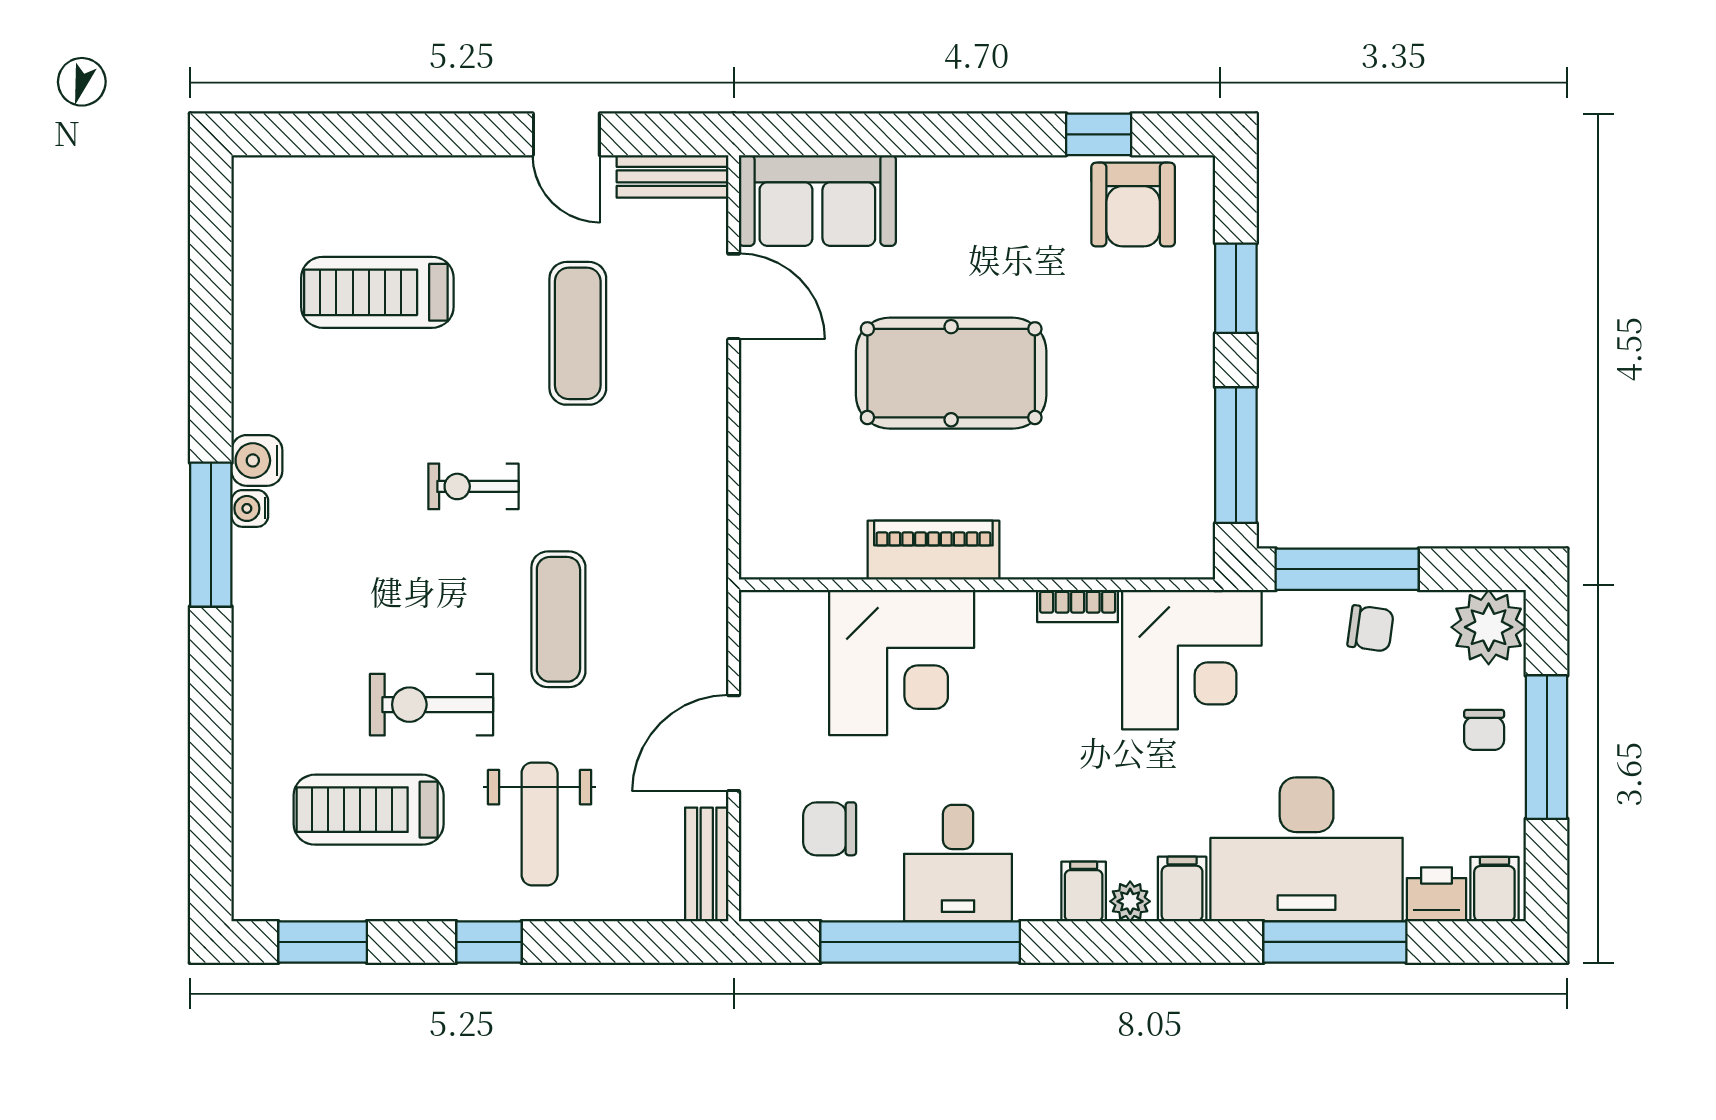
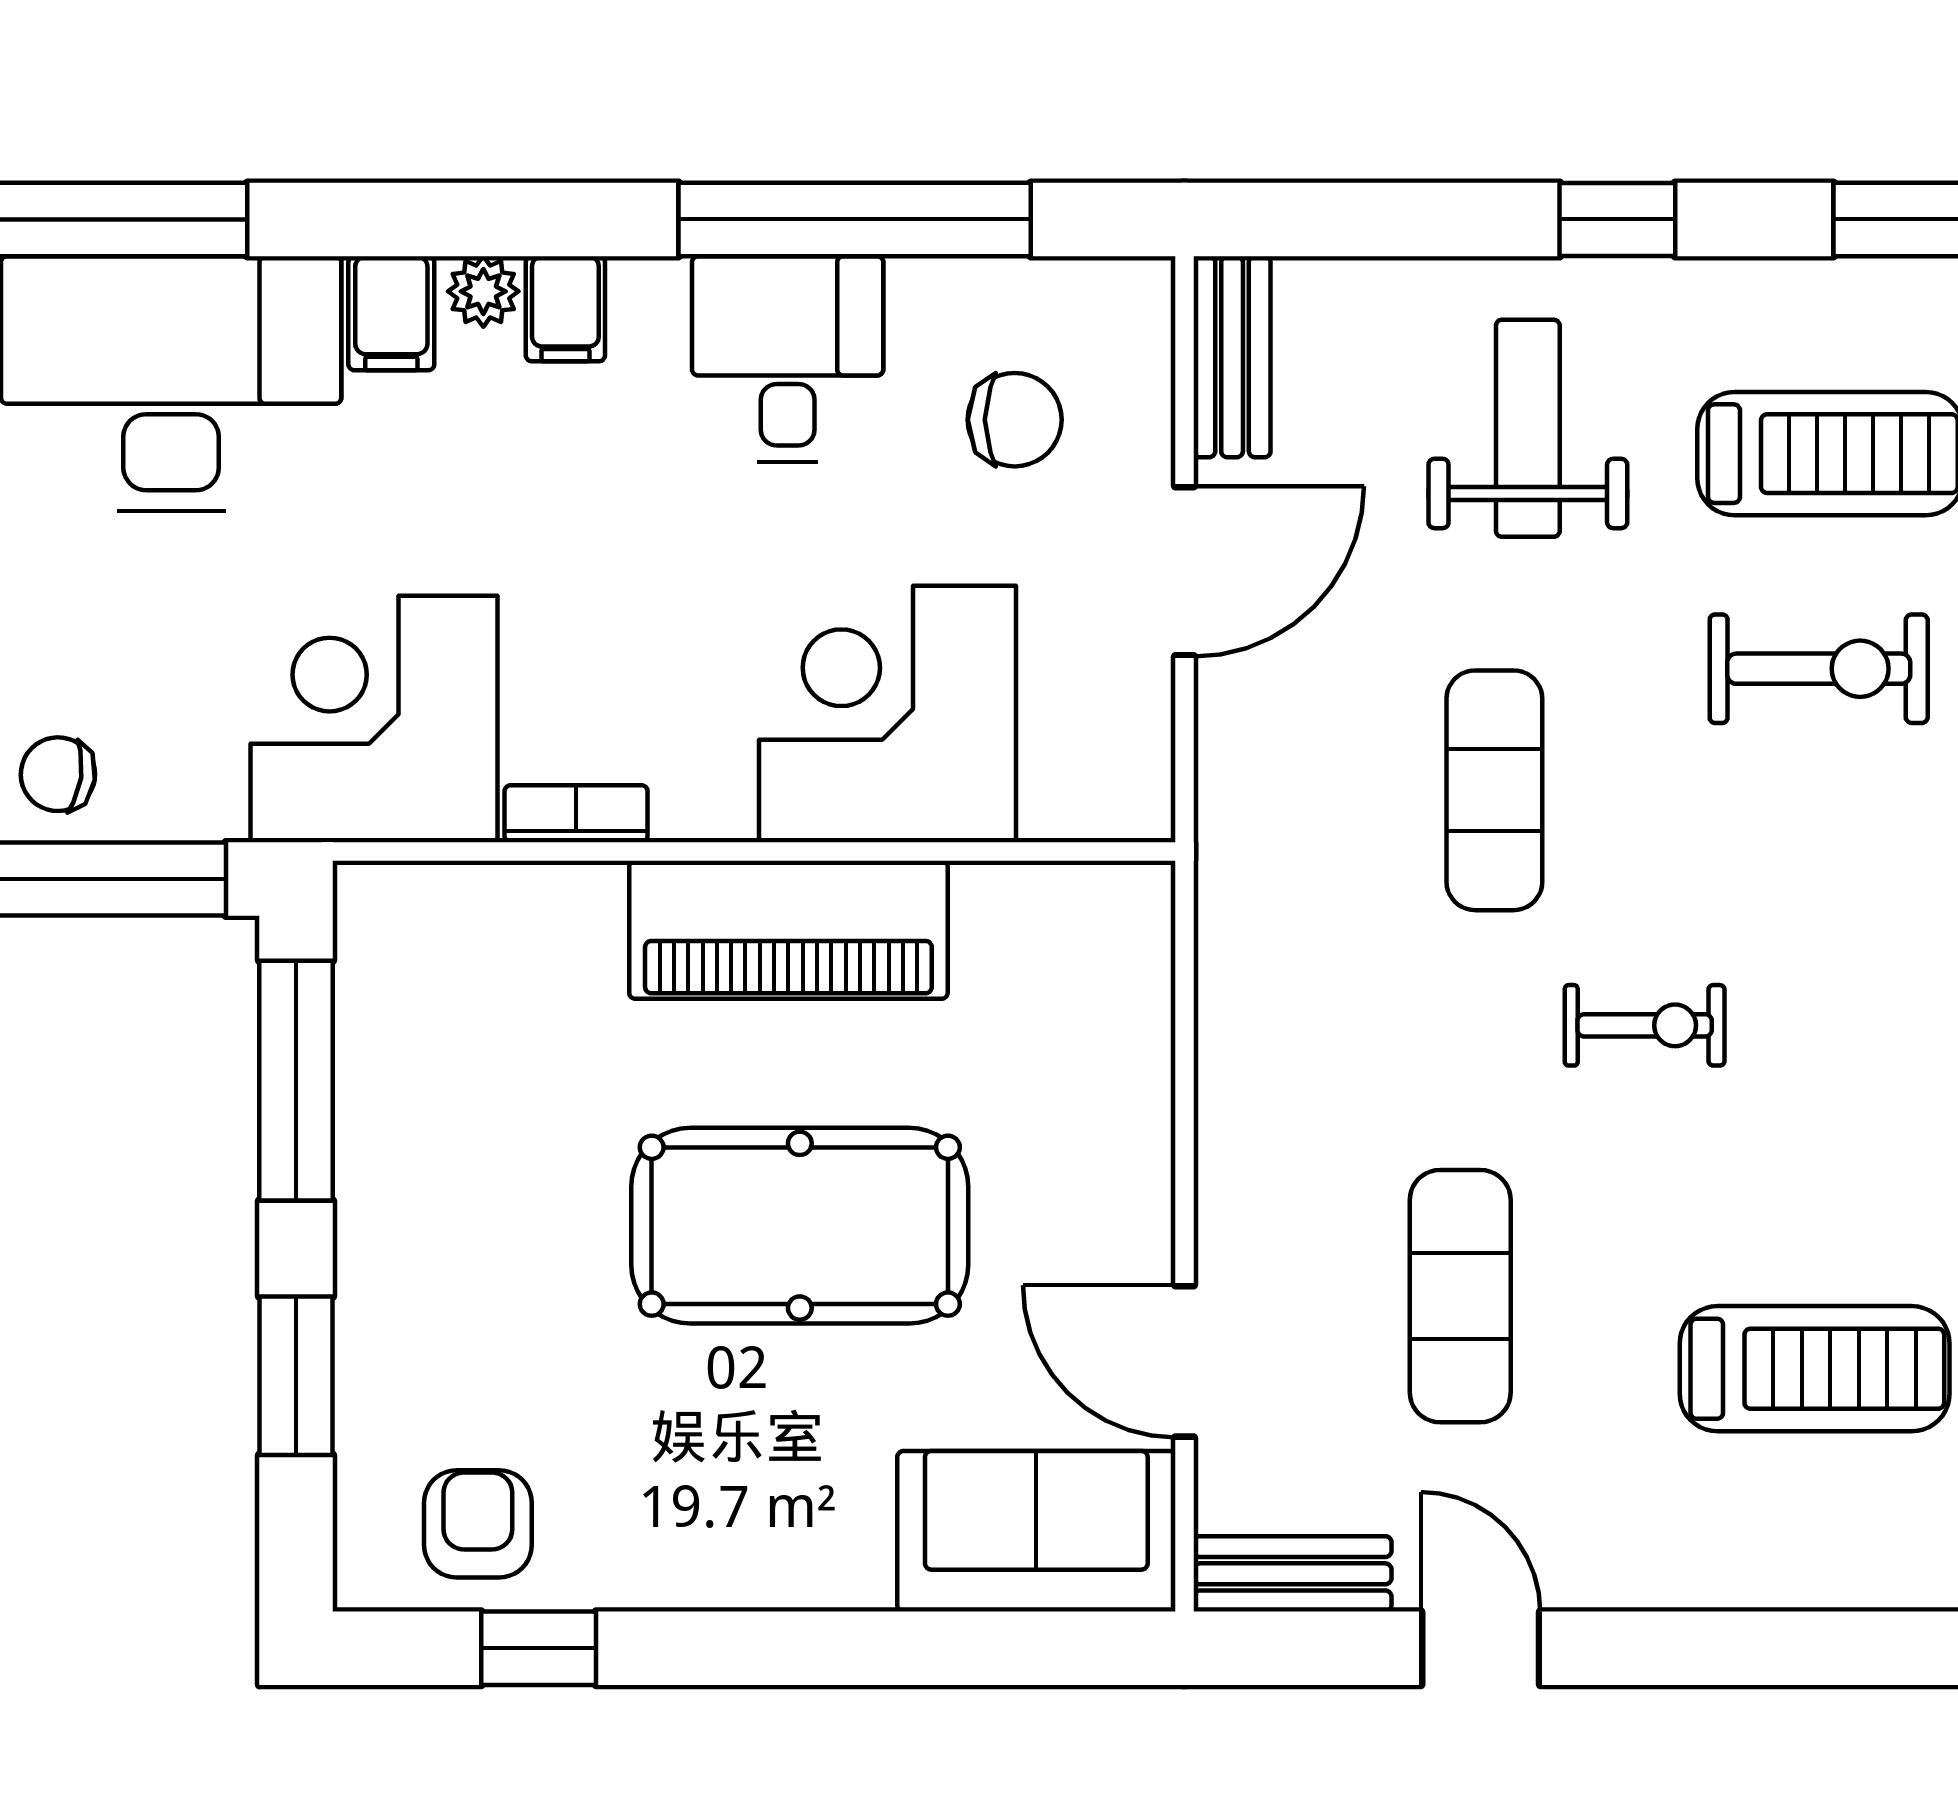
armchair: (1133, 205) -> (478, 1524), width x0.72, depth x0.72
piano: (933, 550) -> (788, 930), width x1.37, depth x1.33
exercise bike: (431, 705) -> (1819, 669), moved

